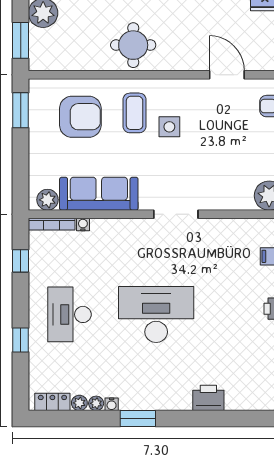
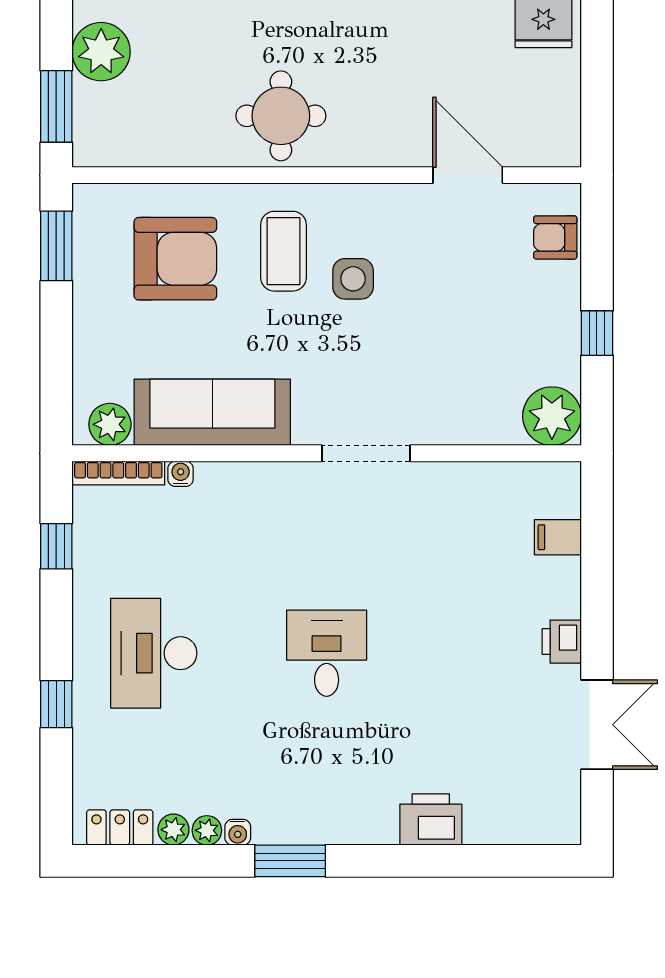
desk: (156, 314) -> (327, 653), width x0.53, depth x0.77

